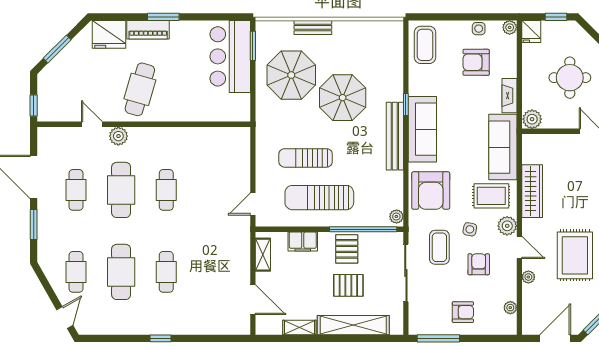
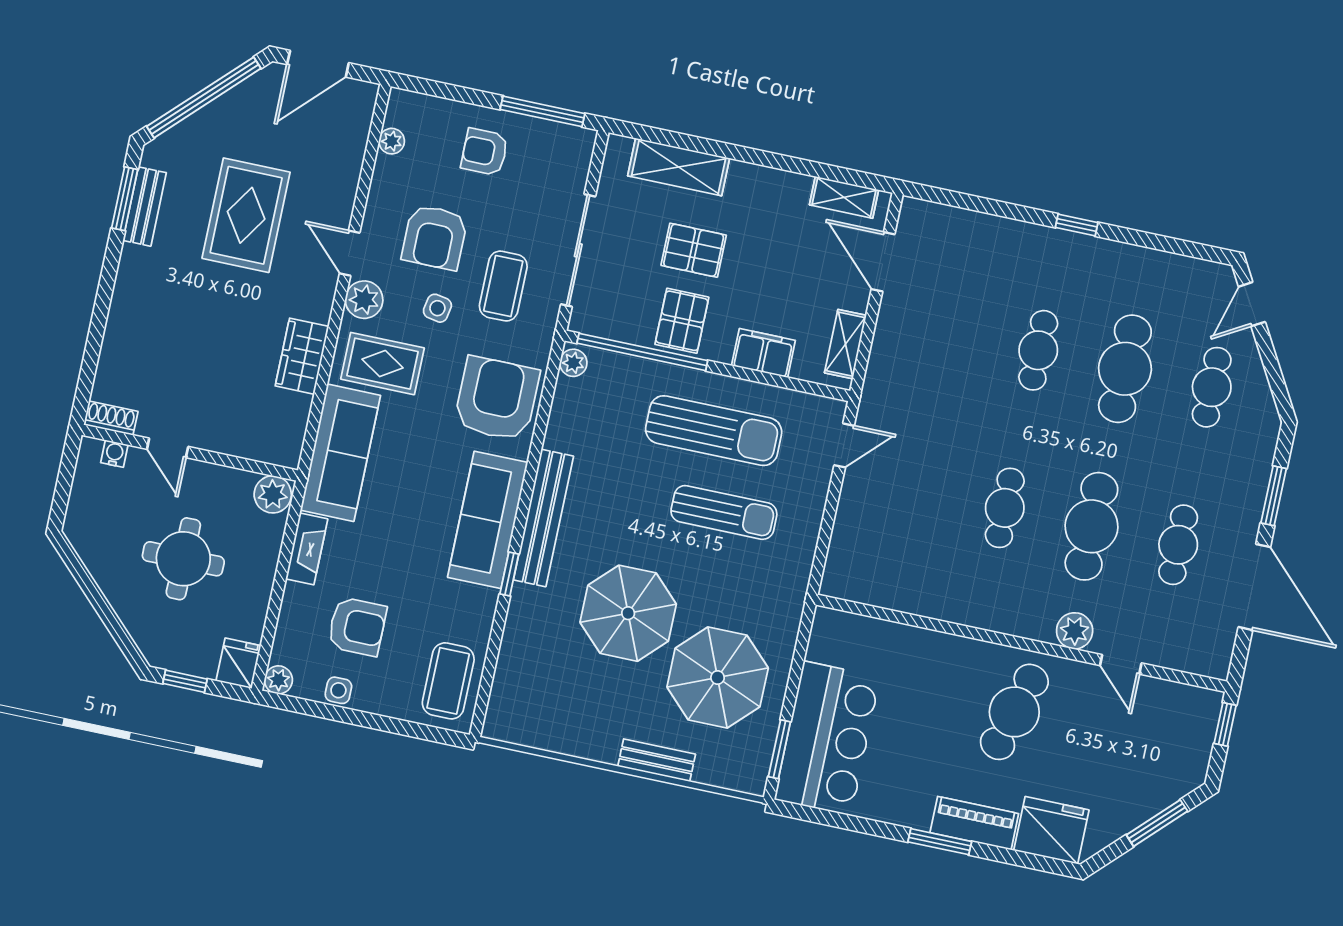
wardrobe: (532, 191) -> (302, 356), width x0.67
armchair: (479, 264) -> (435, 237), width x1.38, depth x1.38
plant: (528, 277) -> (344, 193), removed
shelving: (353, 325) -> (679, 167), width x0.68
shelving: (299, 328) -> (844, 197), moved

